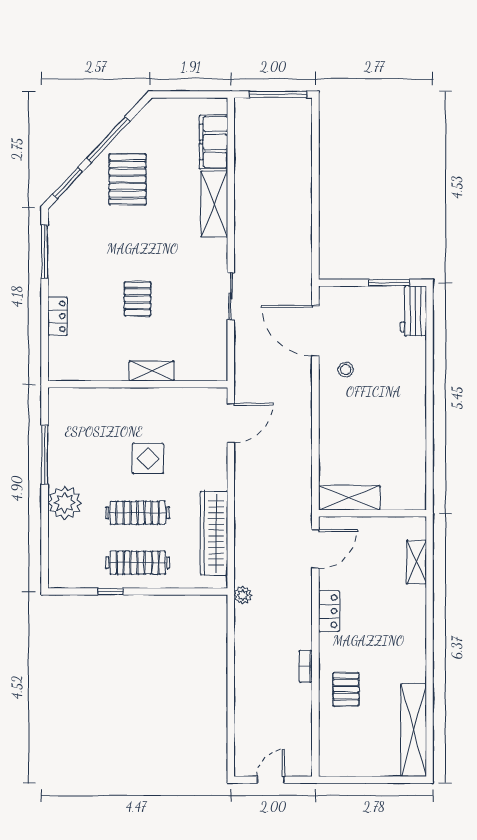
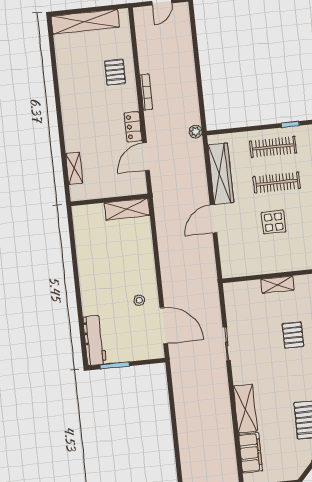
workbench: (413, 311) -> (95, 340), width x1.38
door: (231, 423) -> (214, 219), moved
door: (315, 549) -> (146, 157), moved
bookcase: (306, 666) -> (146, 92), width x1.56
shelving: (414, 730) -> (85, 22), moved, turned 90

